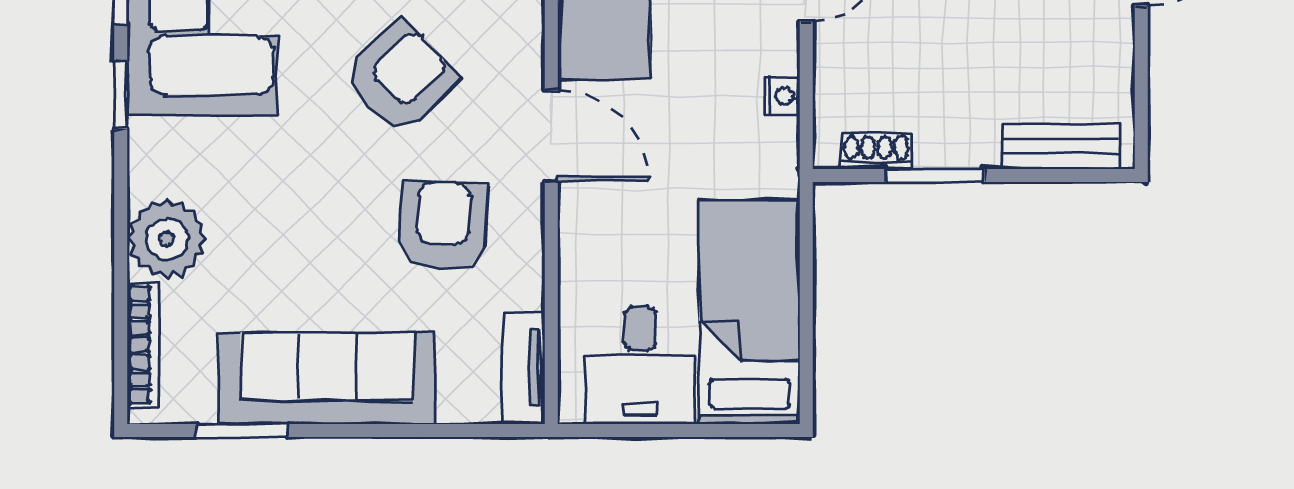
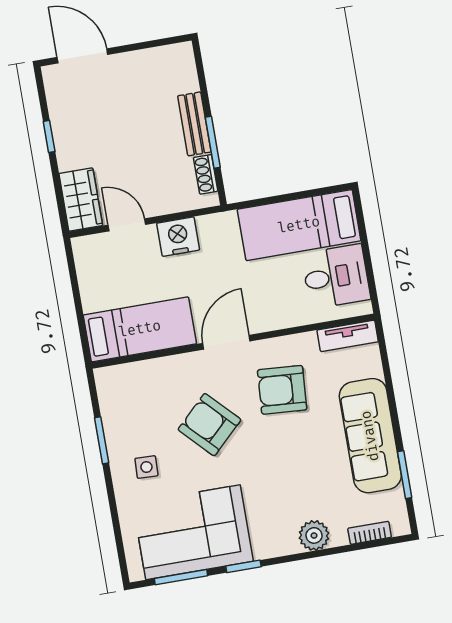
nightstand: (782, 96) -> (178, 237), width x1.89, depth x1.79
bench: (1061, 147) -> (194, 124), moved
plant: (167, 239) -> (314, 535), width x0.73, depth x0.73
bookcase: (143, 345) -> (370, 533), width x0.64

